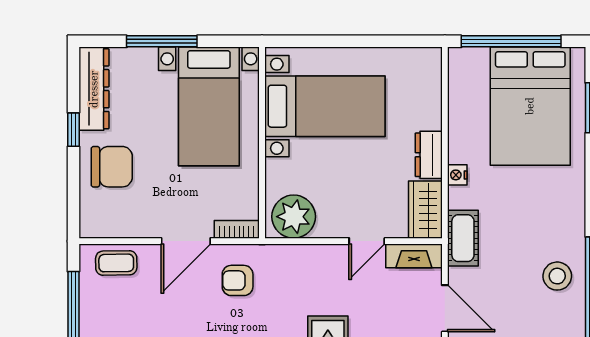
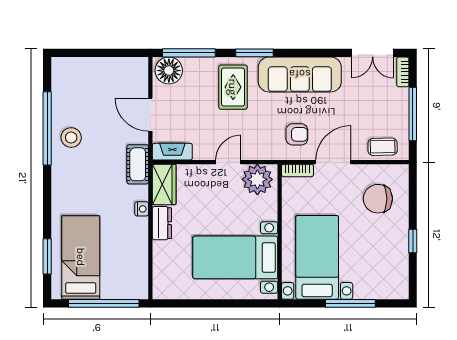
dresser: (94, 89) -> (398, 270), removed
bed: (530, 106) -> (81, 257), width x0.67
chair: (112, 167) -> (378, 199), moved
door: (367, 241) -> (228, 162), moved

